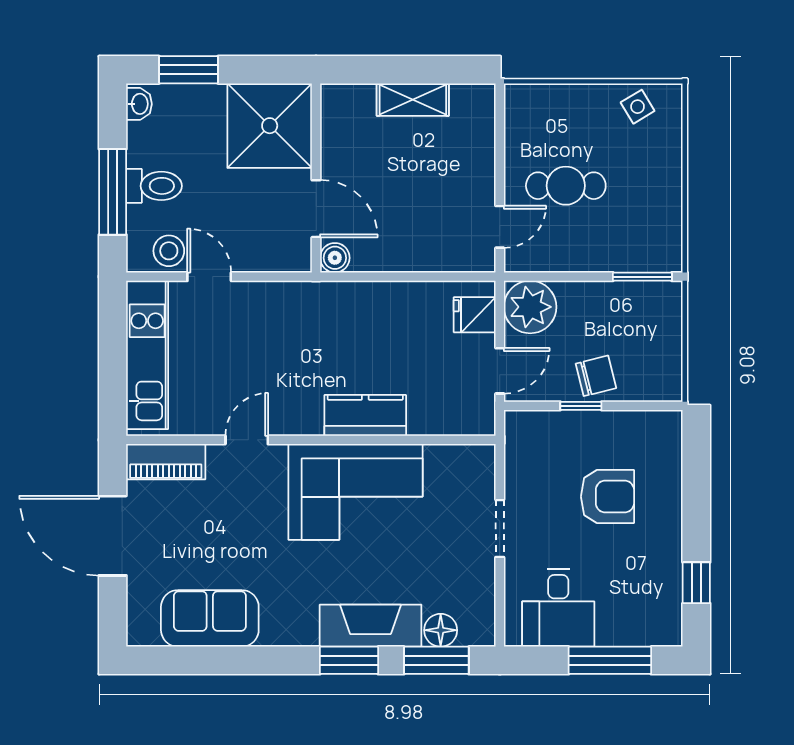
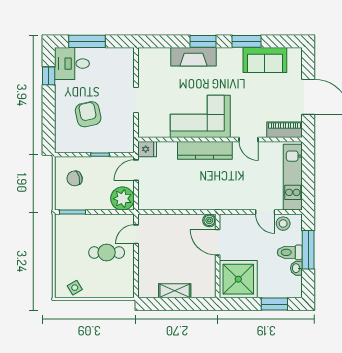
washbasin: (139, 104) -> (296, 268), moved
fridge: (475, 315) -> (147, 149), moved
chair: (596, 376) -> (75, 178), moved
kitchen counter: (365, 415) -> (205, 150), width x1.50
door: (247, 440) -> (249, 139), hinge flipped
armchair: (607, 497) -> (88, 114), turned 78
desk: (558, 608) -> (72, 64), moved, turned -90
floor lamp: (441, 630) -> (162, 55), removed
window: (436, 660) -> (247, 41), moved

